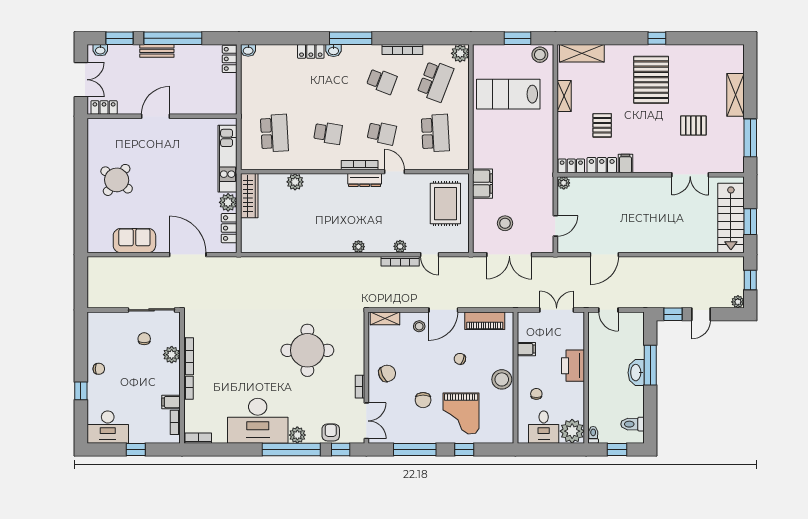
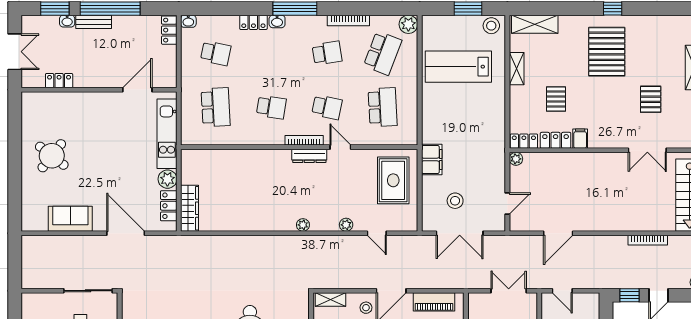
washbasin: (100, 50) -> (67, 21), moved
school desk: (274, 81) -> (216, 53), added
school desk: (382, 81) -> (327, 53), turned -30
locker: (104, 108) -> (59, 81), moved
door: (156, 116) -> (137, 90), moved
pallet: (693, 126) -> (651, 99), turned 90
plant: (295, 182) -> (237, 158), removed
wardrobe: (249, 196) -> (190, 208), moved
bookcase: (400, 261) -> (648, 240), moved

